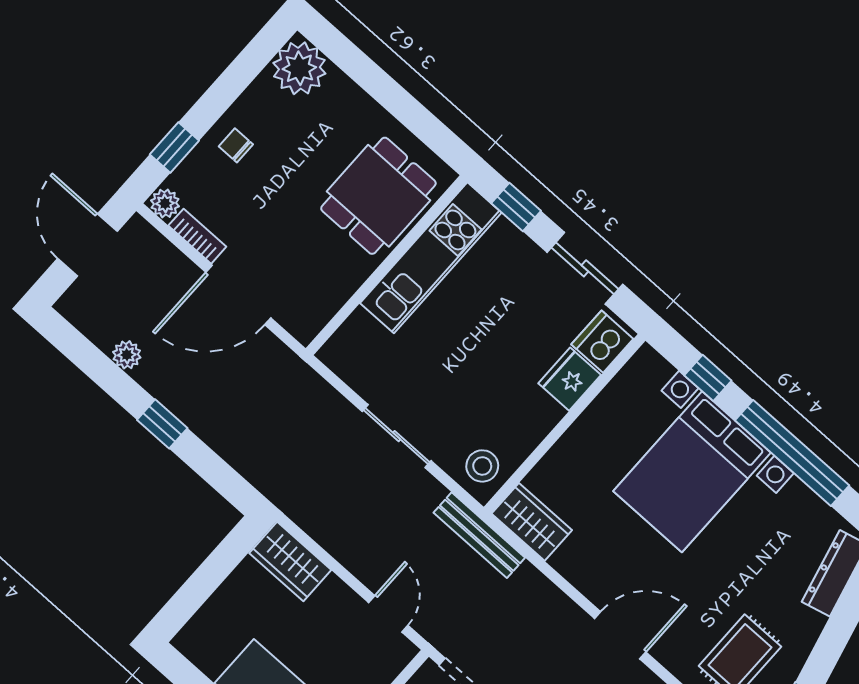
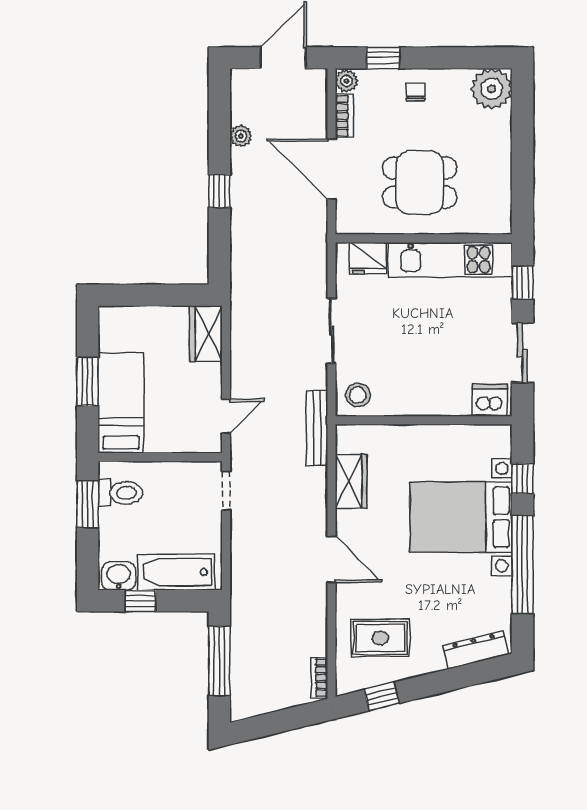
dining table: (378, 196) -> (420, 183), moved
fridge: (570, 379) -> (368, 258), moved, turned 180
wardrobe: (532, 522) -> (351, 481), moved

